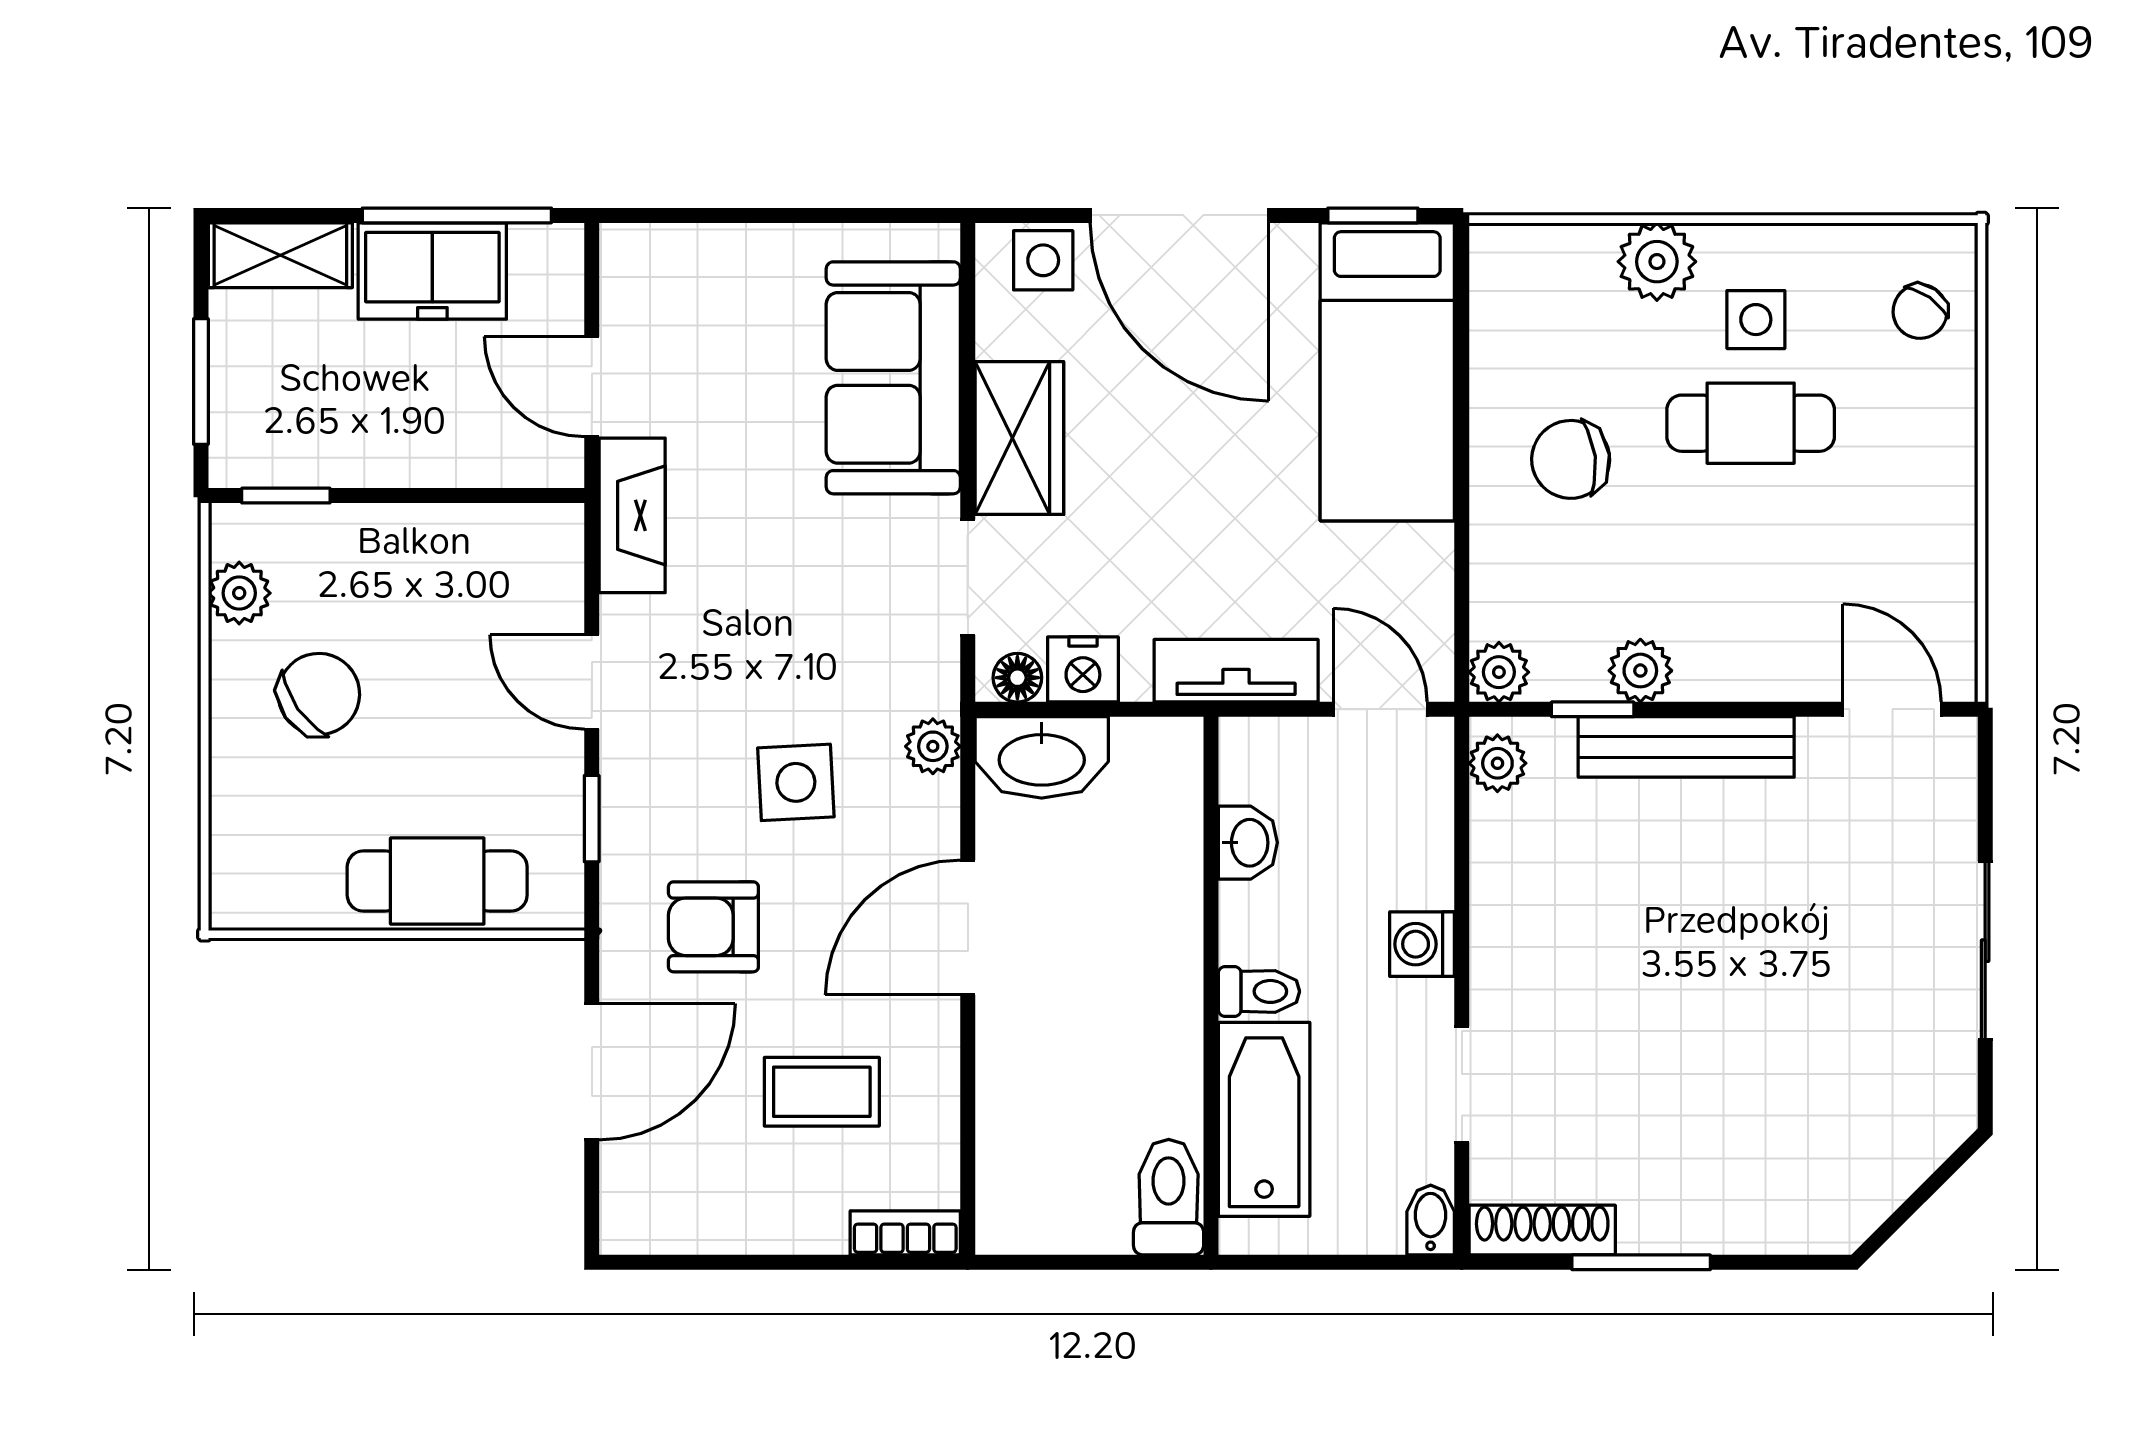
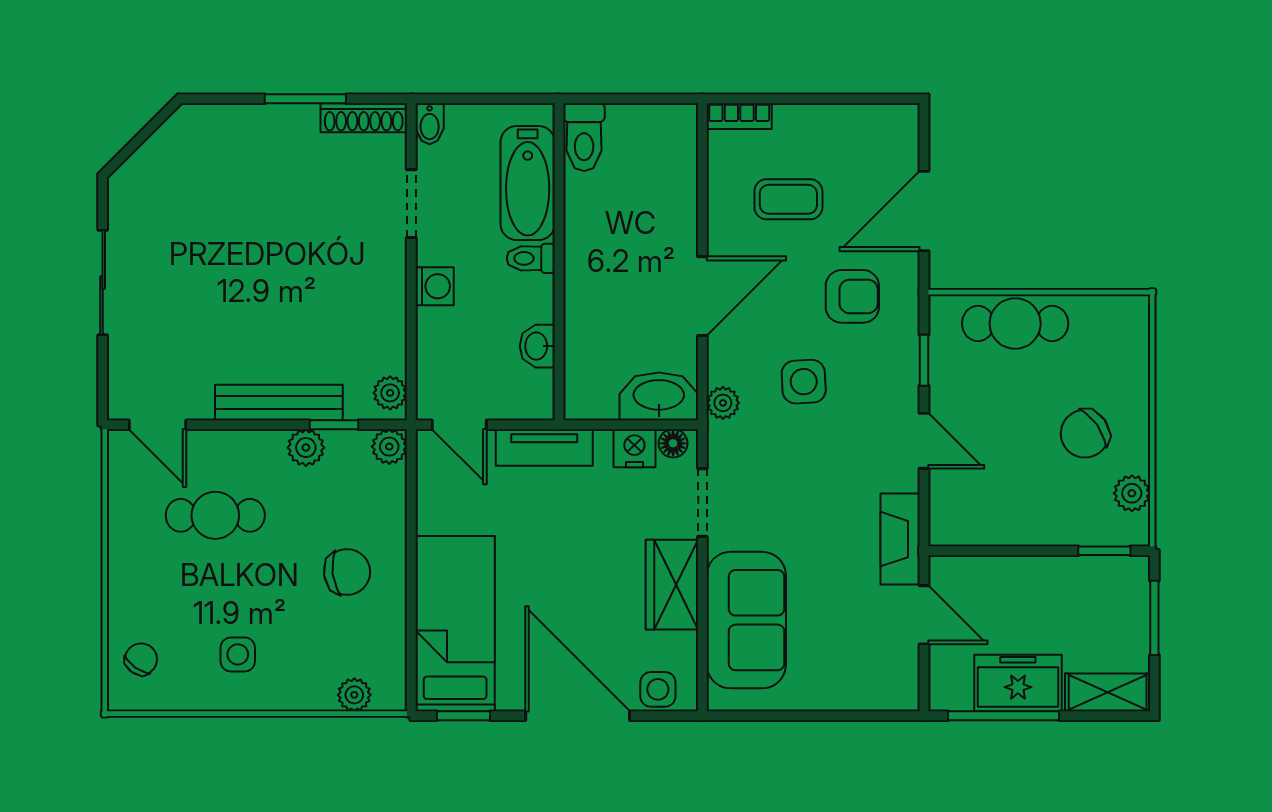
plant: (1657, 262) -> (354, 695), moved, width x0.73, depth x0.73
cafe table: (1751, 423) -> (215, 515), moved

